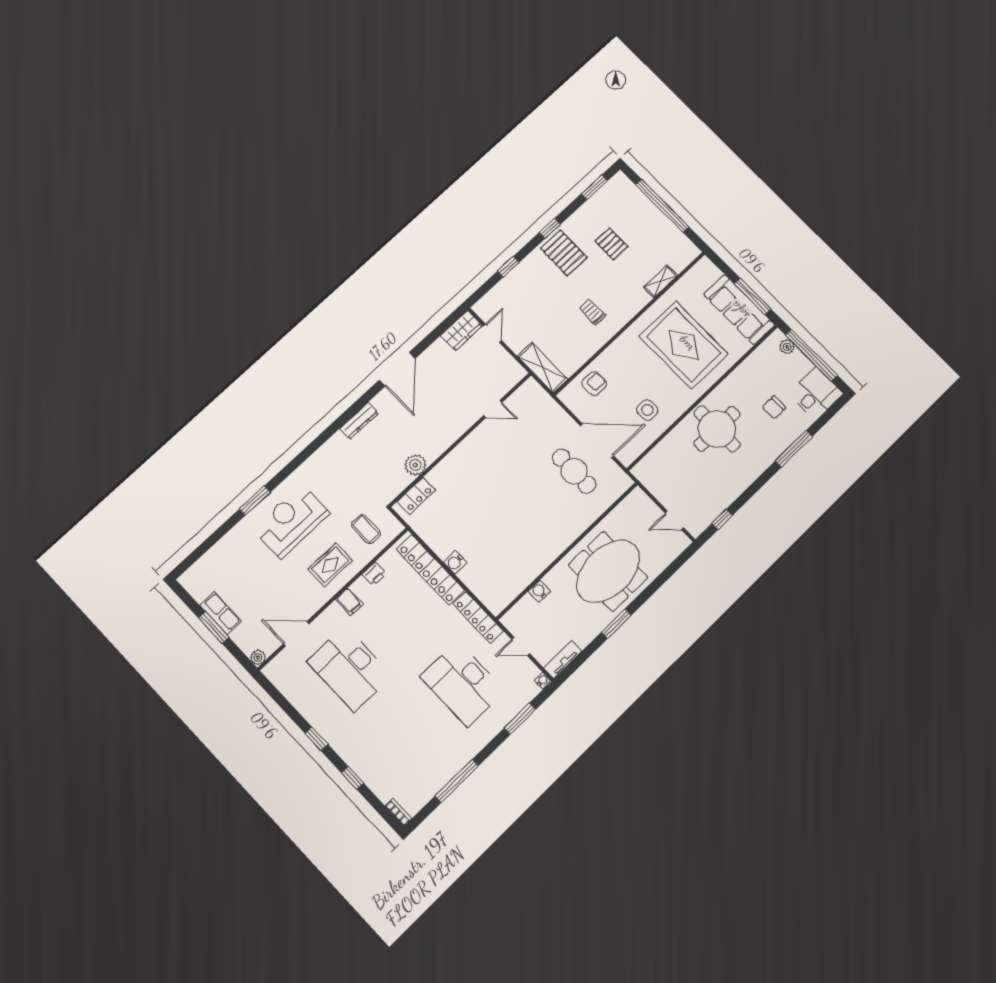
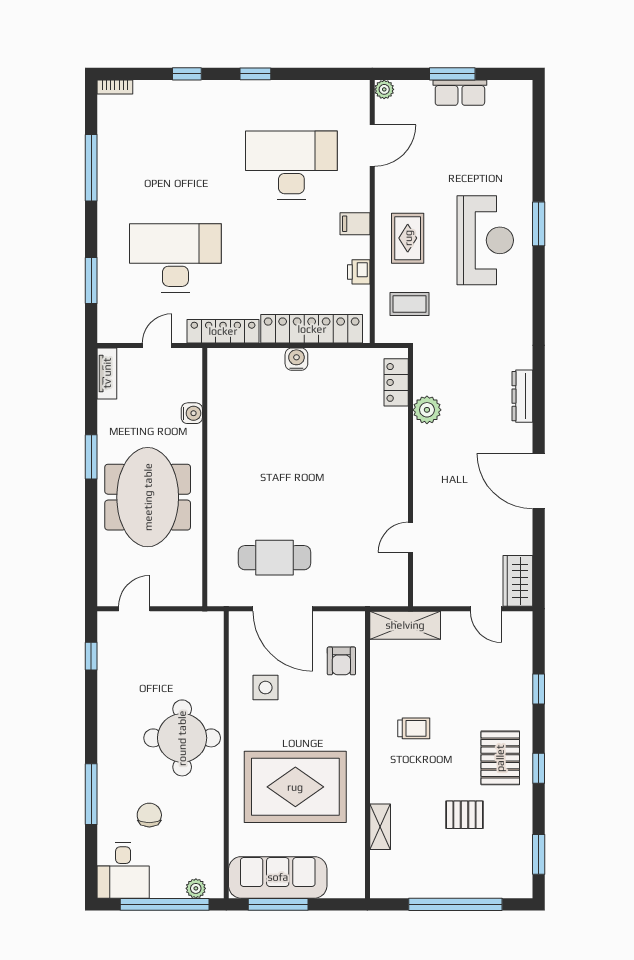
pallet: (564, 253) -> (500, 758), turned 90
door: (597, 441) -> (283, 609), hinge flipped
water cooler: (542, 681) -> (106, 335), removed

